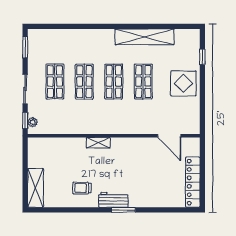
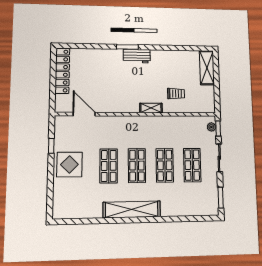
shelving: (145, 37) -> (132, 209), moved
window: (202, 57) -> (51, 146), moved
trolley: (82, 188) -> (176, 94), moved

